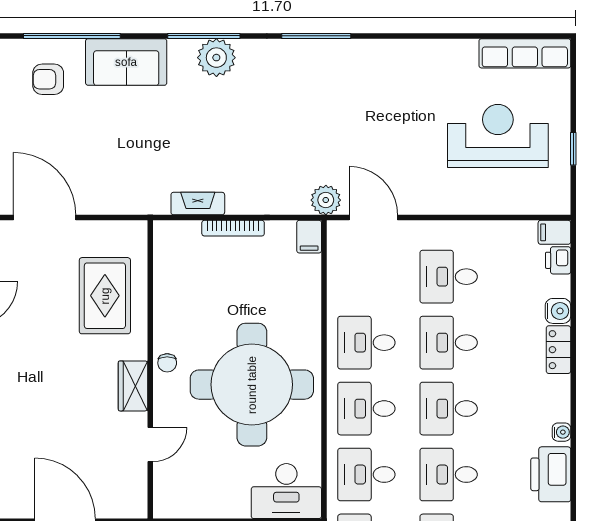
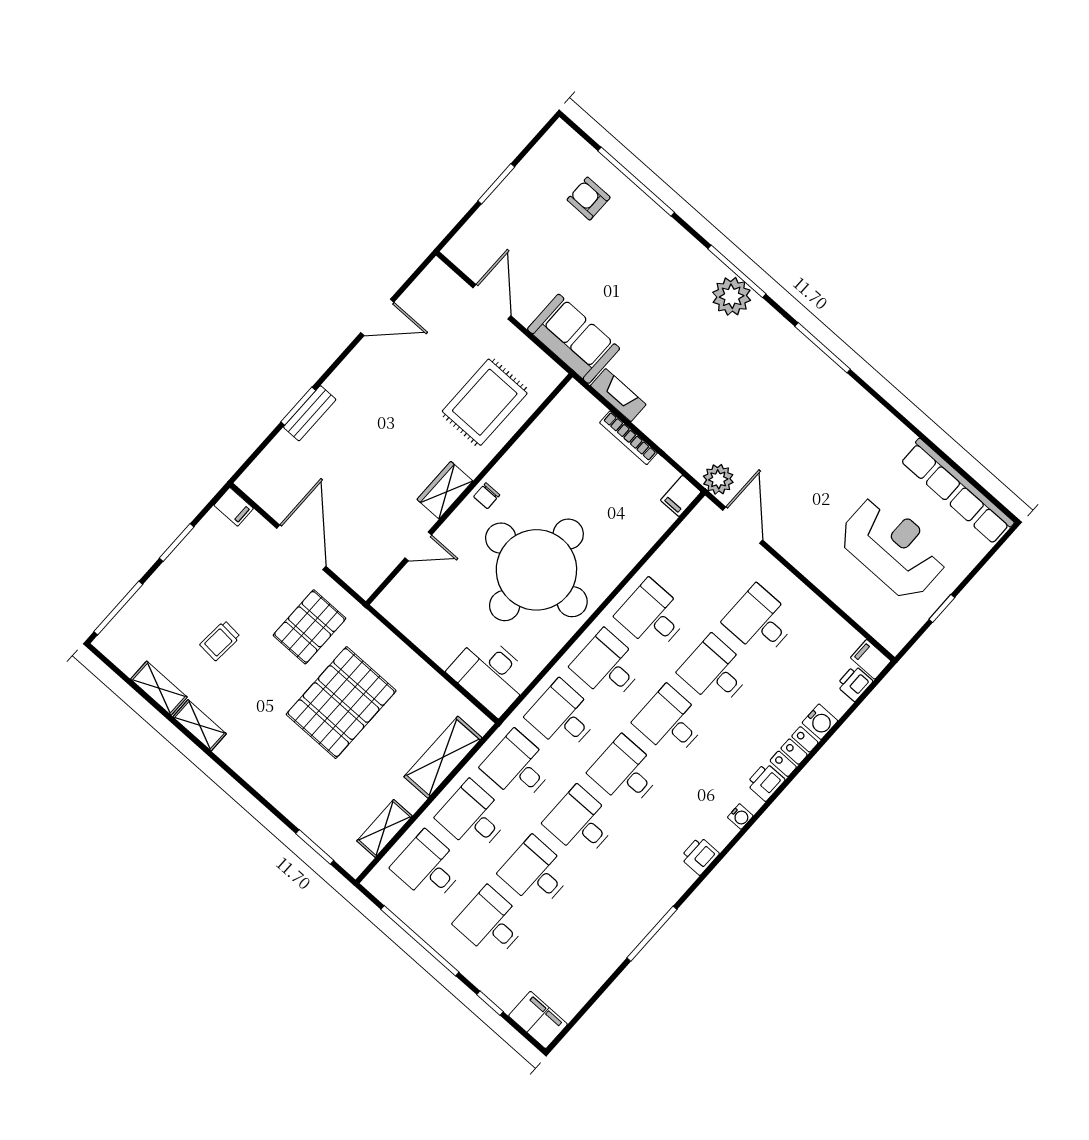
row of seats: (525, 53) -> (957, 491), width x1.36
sofa: (126, 62) -> (574, 339), moved, turned 180
door: (45, 218) -> (492, 302), width x0.73
printer: (557, 390) -> (765, 782), added
printer: (551, 474) -> (700, 856), width x0.53, depth x0.68

